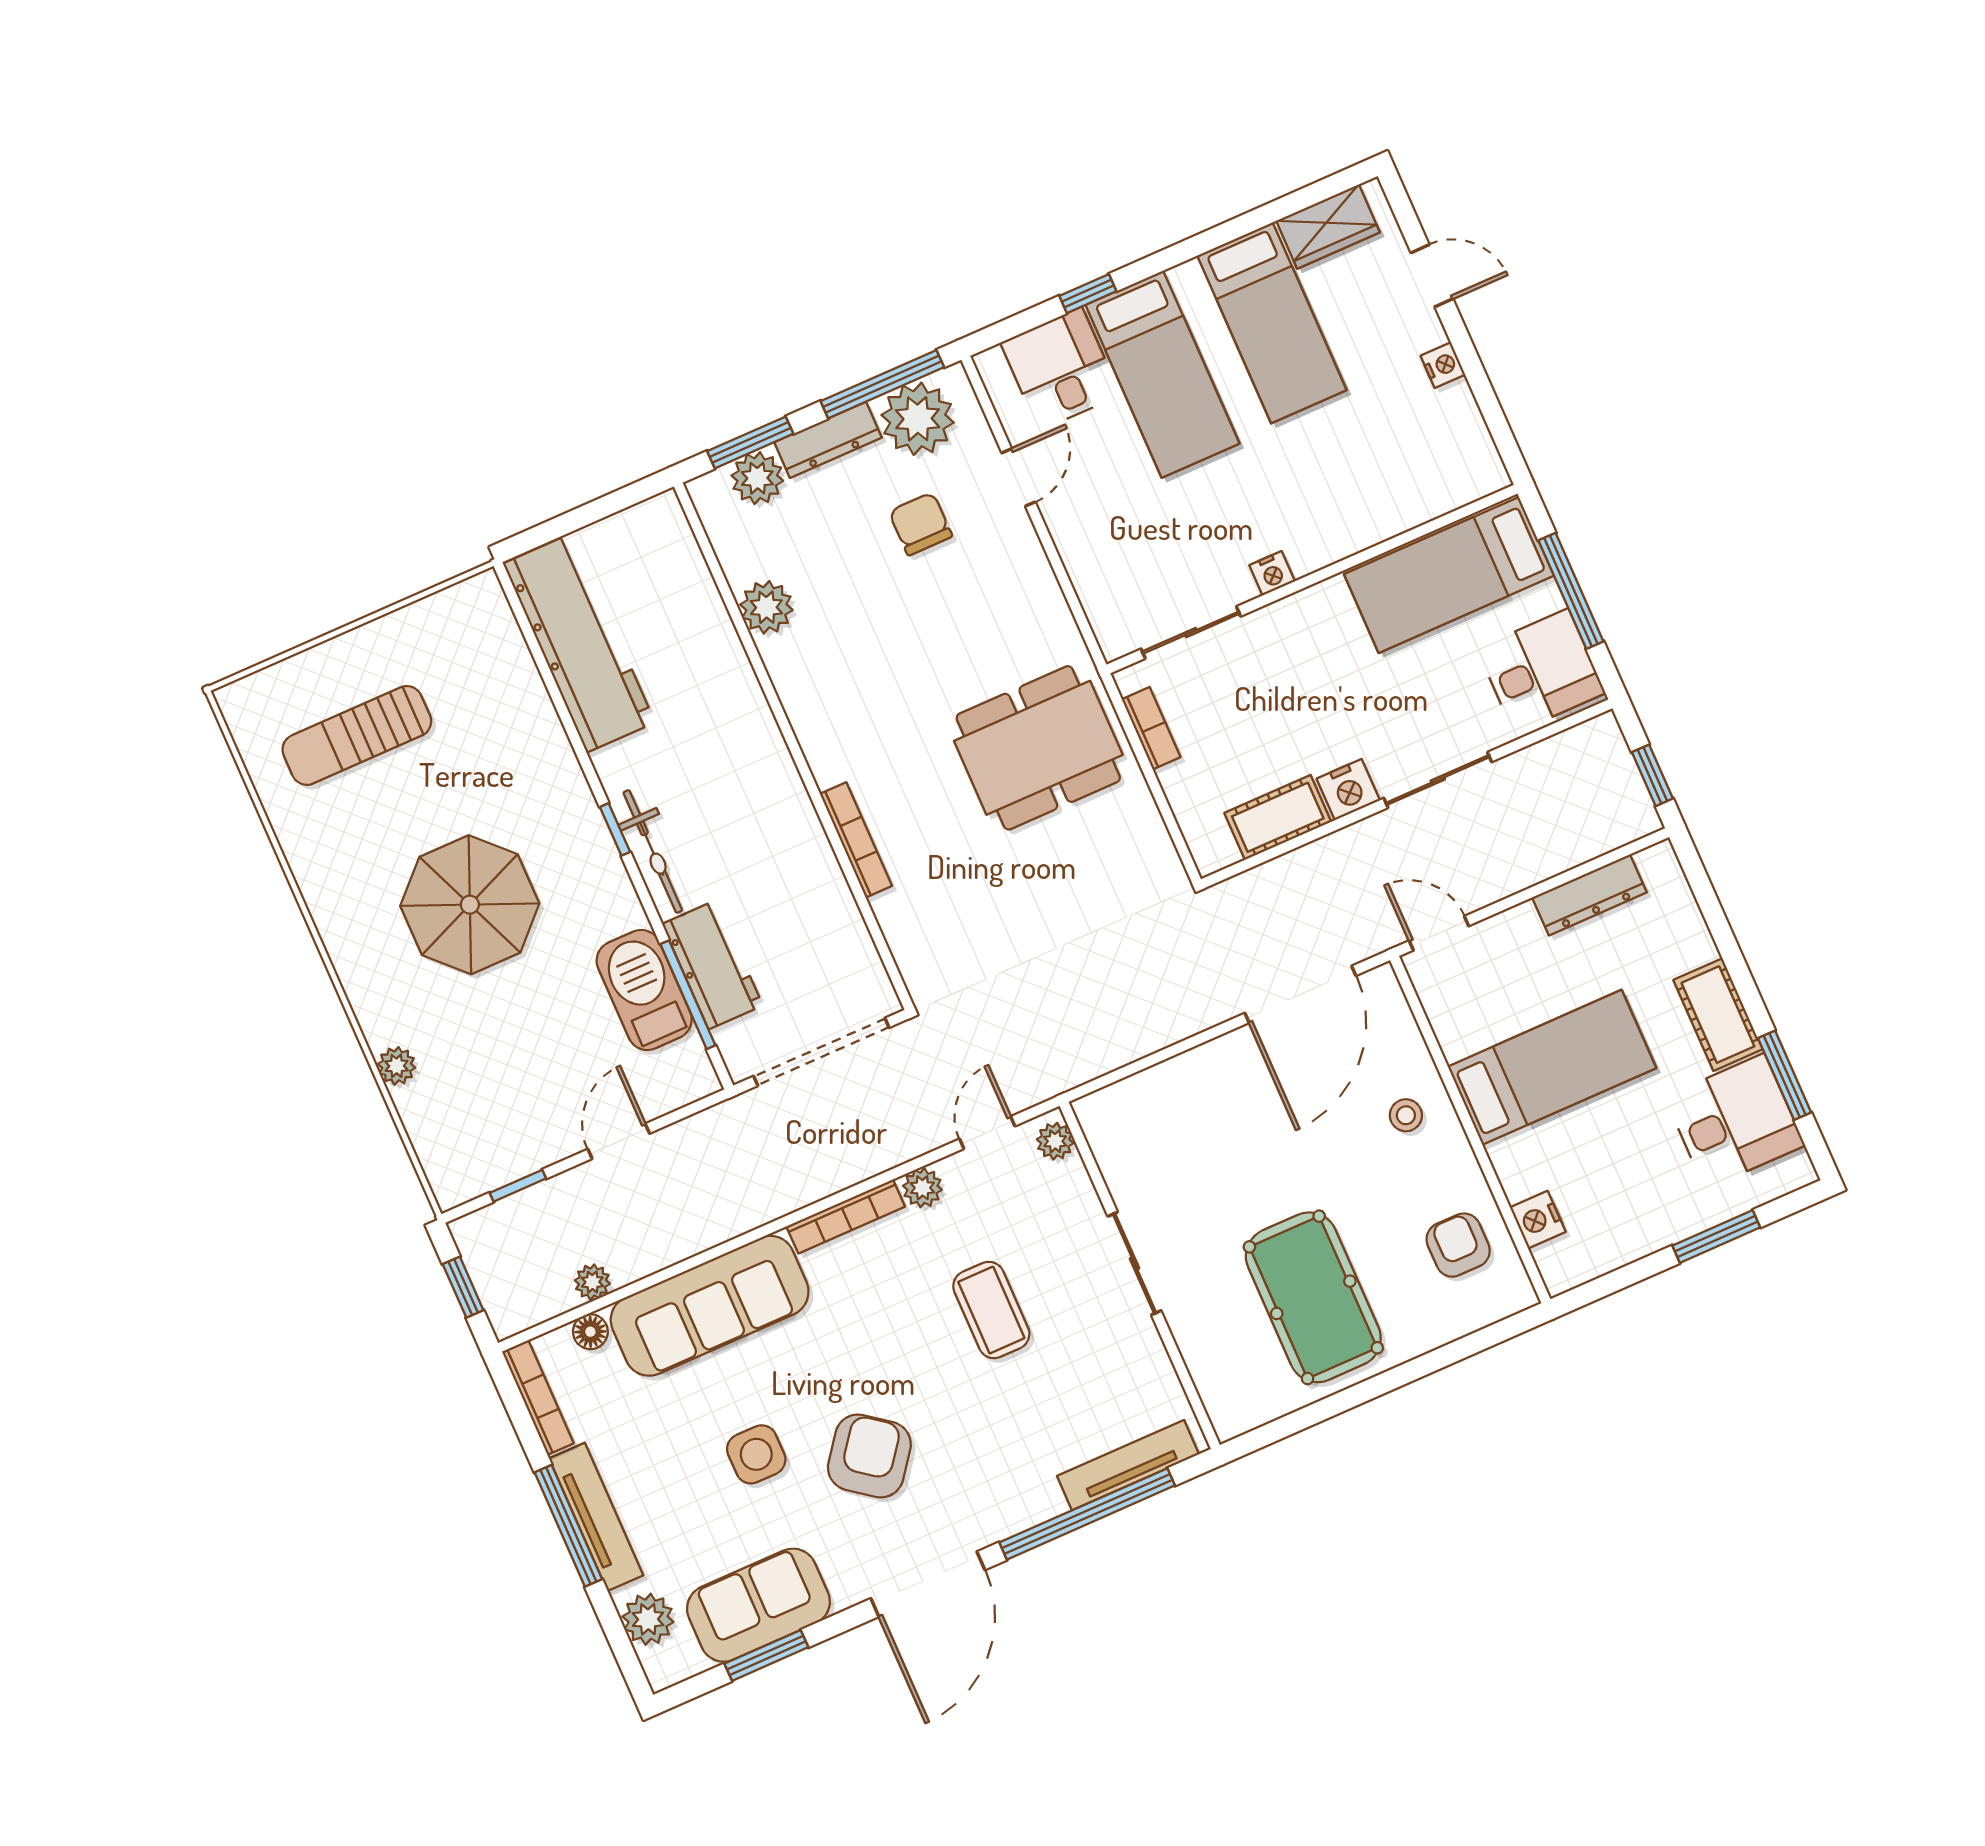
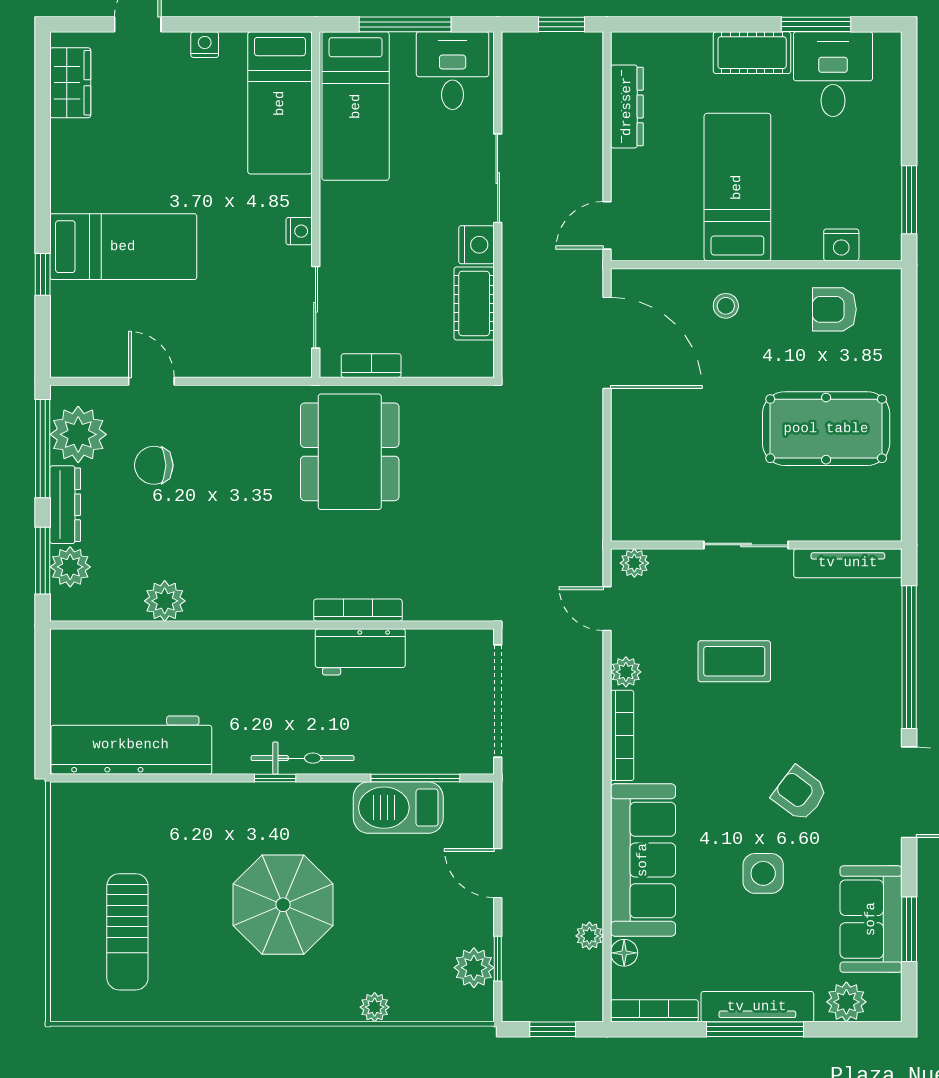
bed: (1272, 323) -> (280, 103), moved, turned 90
desk: (1060, 369) -> (87, 317), removed
workbench: (712, 965) -> (360, 652), moved, turned 180
plant: (495, 1162) -> (474, 968), added
window: (1716, 1236) -> (909, 200), moved
armchair: (869, 1456) -> (800, 794), width x0.72, depth x0.72
tv unit: (1128, 1465) -> (848, 563), moved, turned -90

